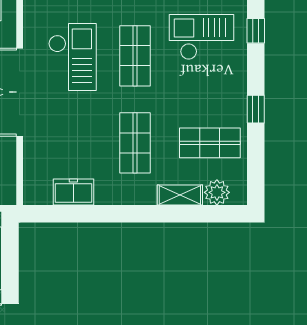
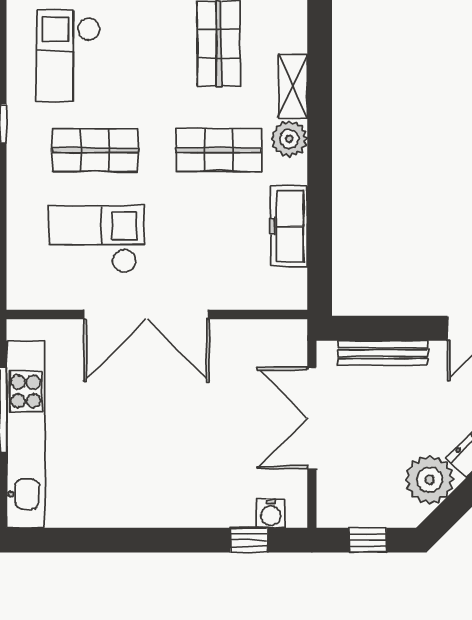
freezer: (73, 192) -> (289, 226), width x1.40
plant: (217, 192) -> (289, 139), moved

